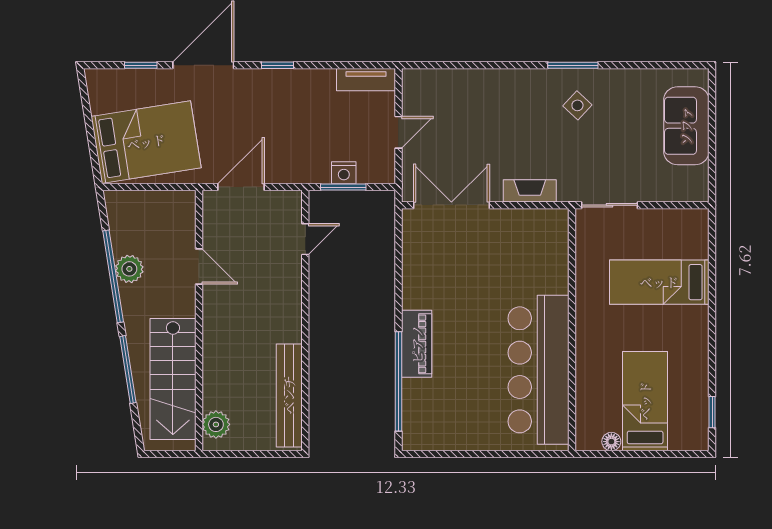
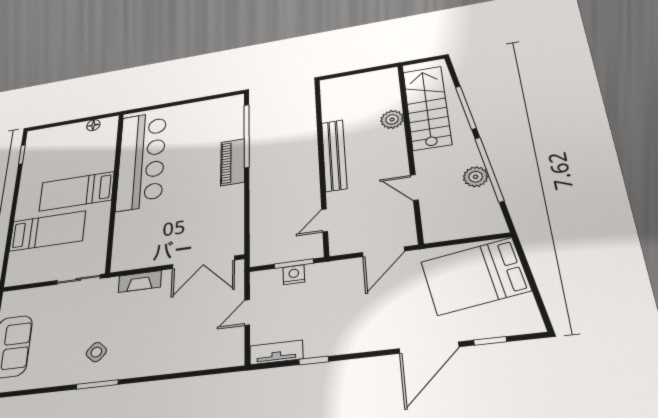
window: (277, 65) -> (314, 360), moved
bench: (289, 395) -> (334, 155), moved
bed: (645, 401) -> (77, 191), moved, turned 90
plant: (216, 424) -> (392, 119), moved

